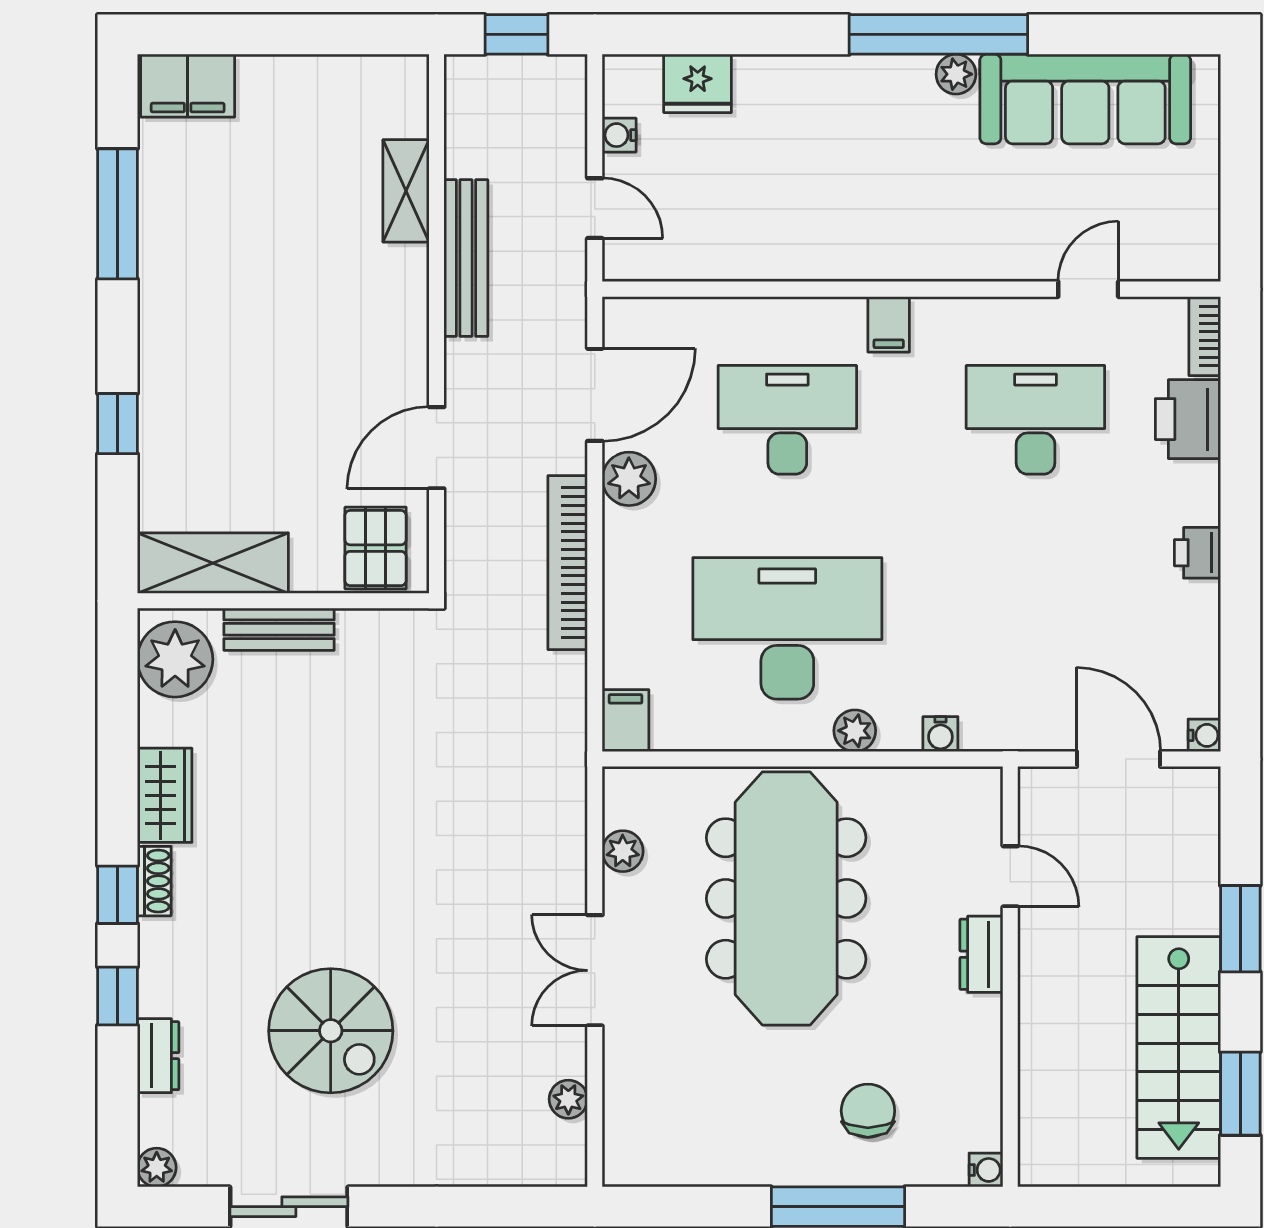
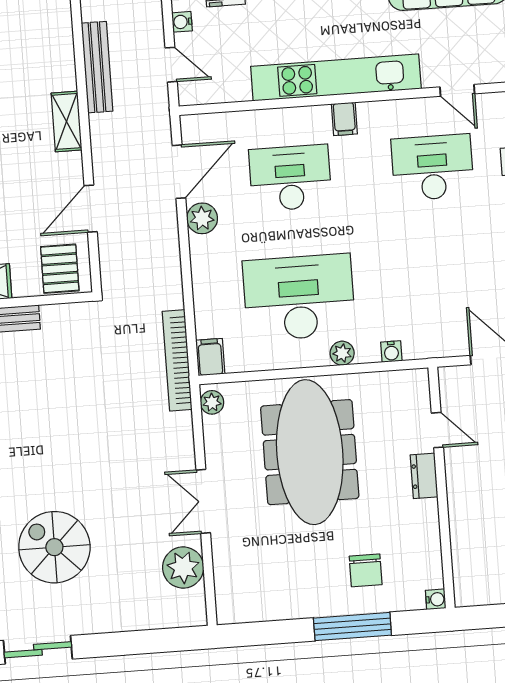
shelving: (406, 191) -> (67, 121), moved
kitchen unit: (879, 251) -> (336, 77), added
bench: (466, 258) -> (97, 67), moved
door: (1088, 289) -> (457, 90), swing flipped
bookcase: (568, 563) -> (177, 360), moved
plant: (623, 851) -> (212, 402), moved
spiral stairs: (331, 1031) -> (54, 547), turned 180
plant: (568, 1099) -> (183, 568), width x1.88, depth x1.88
chair: (868, 1111) -> (366, 570), turned 180

